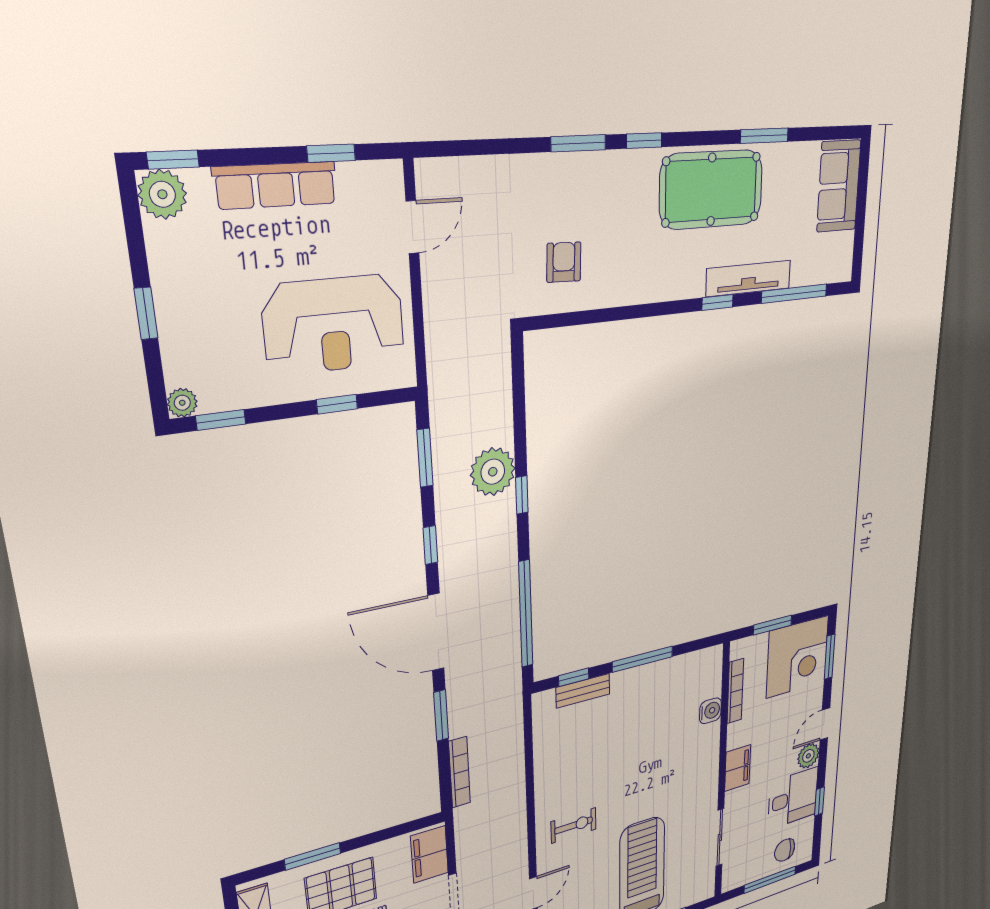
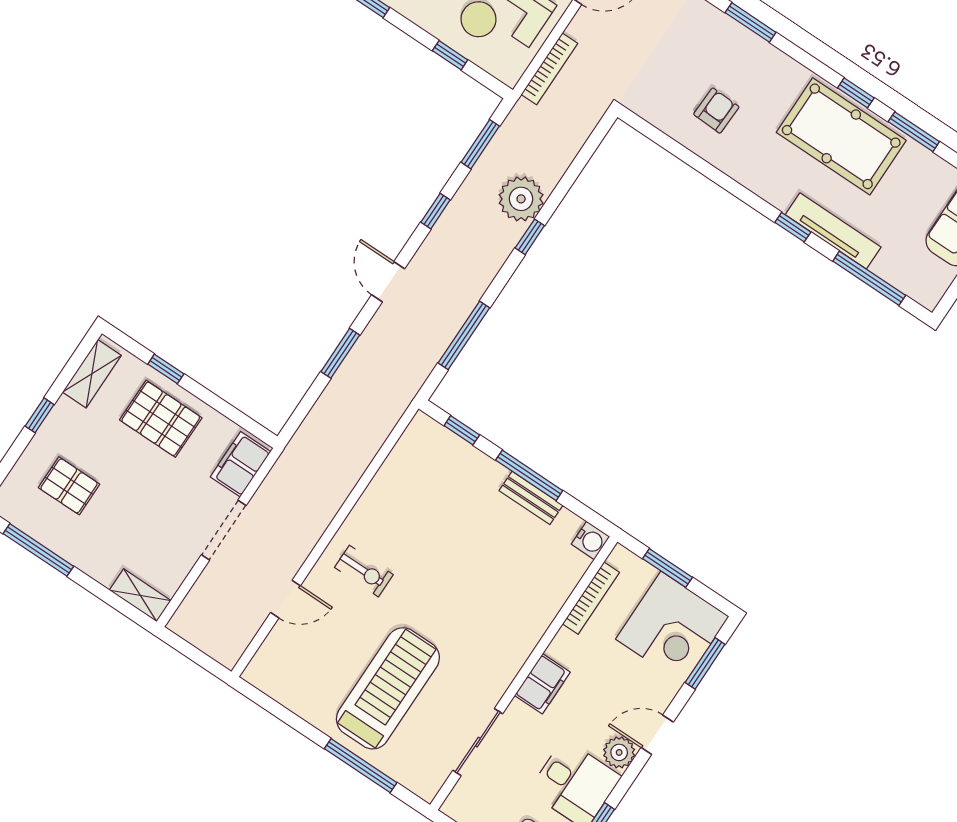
window: (644, 141) -> (856, 93), moved
armchair: (564, 262) -> (716, 111), moved
window: (526, 614) -> (464, 335), width x0.68
door: (436, 632) -> (388, 282), width x0.53
bench: (583, 691) -> (531, 498), moved
water cooler: (710, 711) -> (591, 540), moved
bookcase: (459, 772) -> (549, 69), moved
window: (313, 856) -> (166, 369), width x0.67

